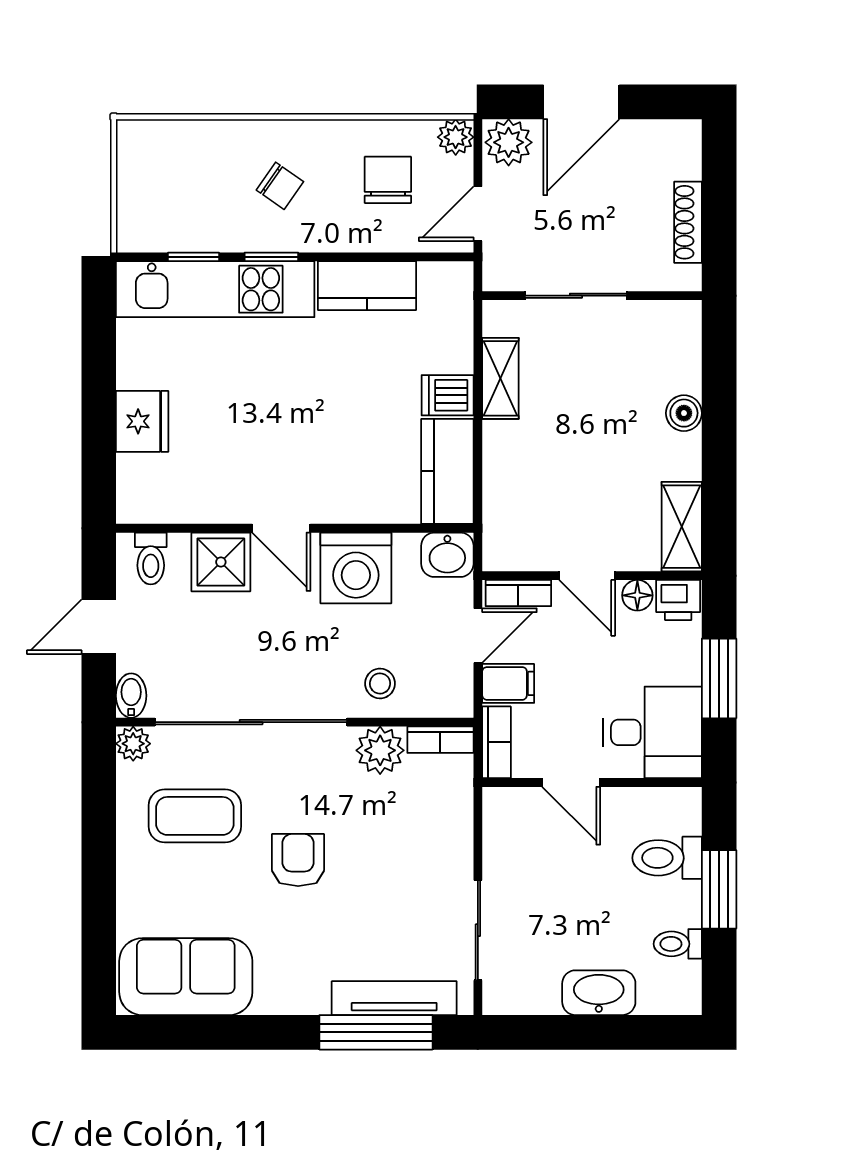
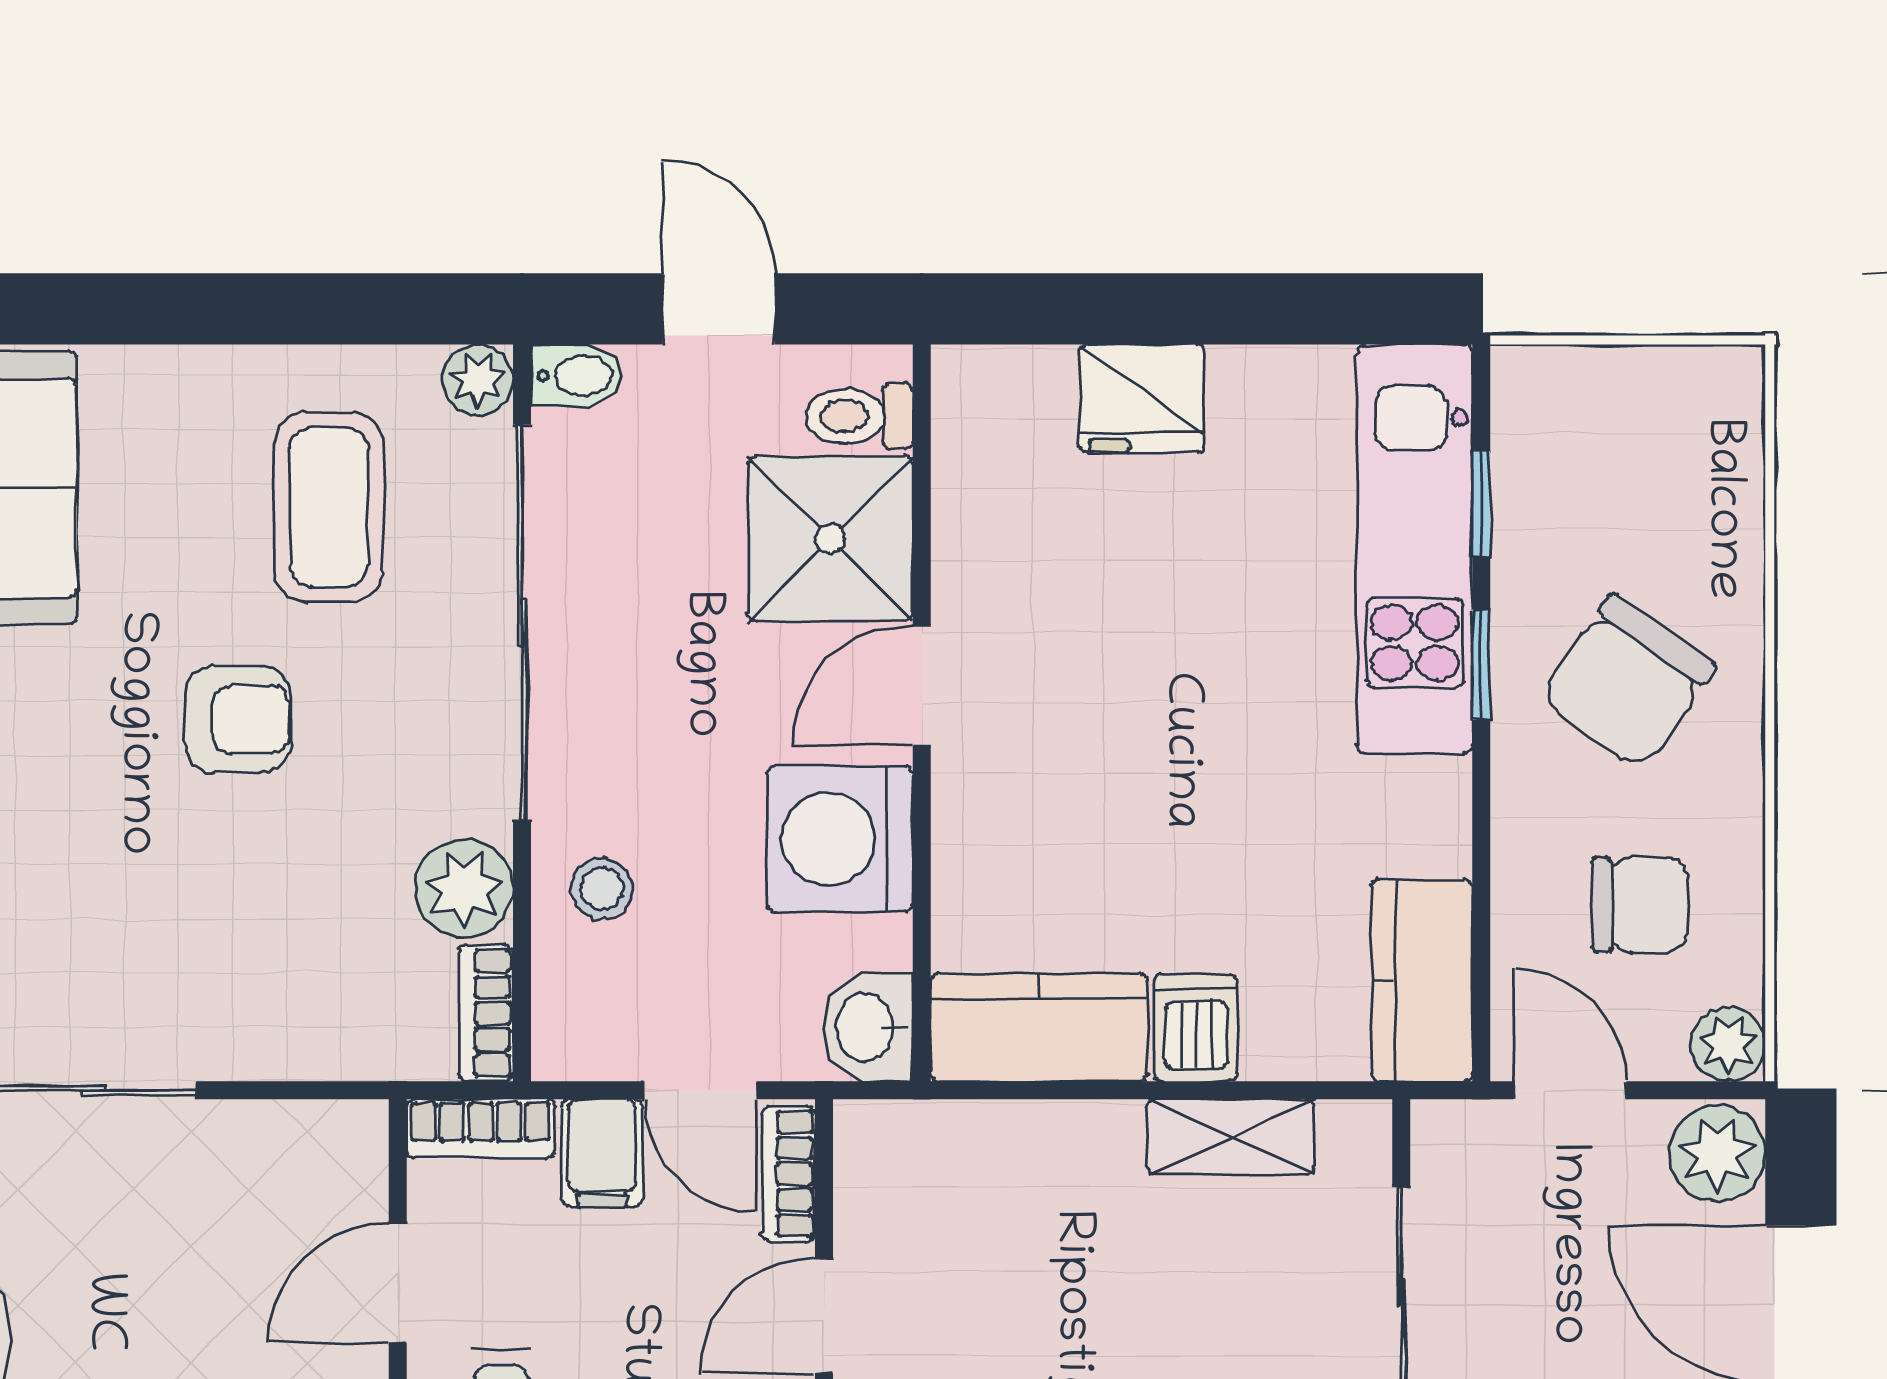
chair: (280, 186) -> (1628, 682), width x1.87, depth x1.87
kitchen counter: (367, 286) -> (1422, 980), moved
shower: (221, 562) -> (830, 539), width x1.36, depth x1.36

